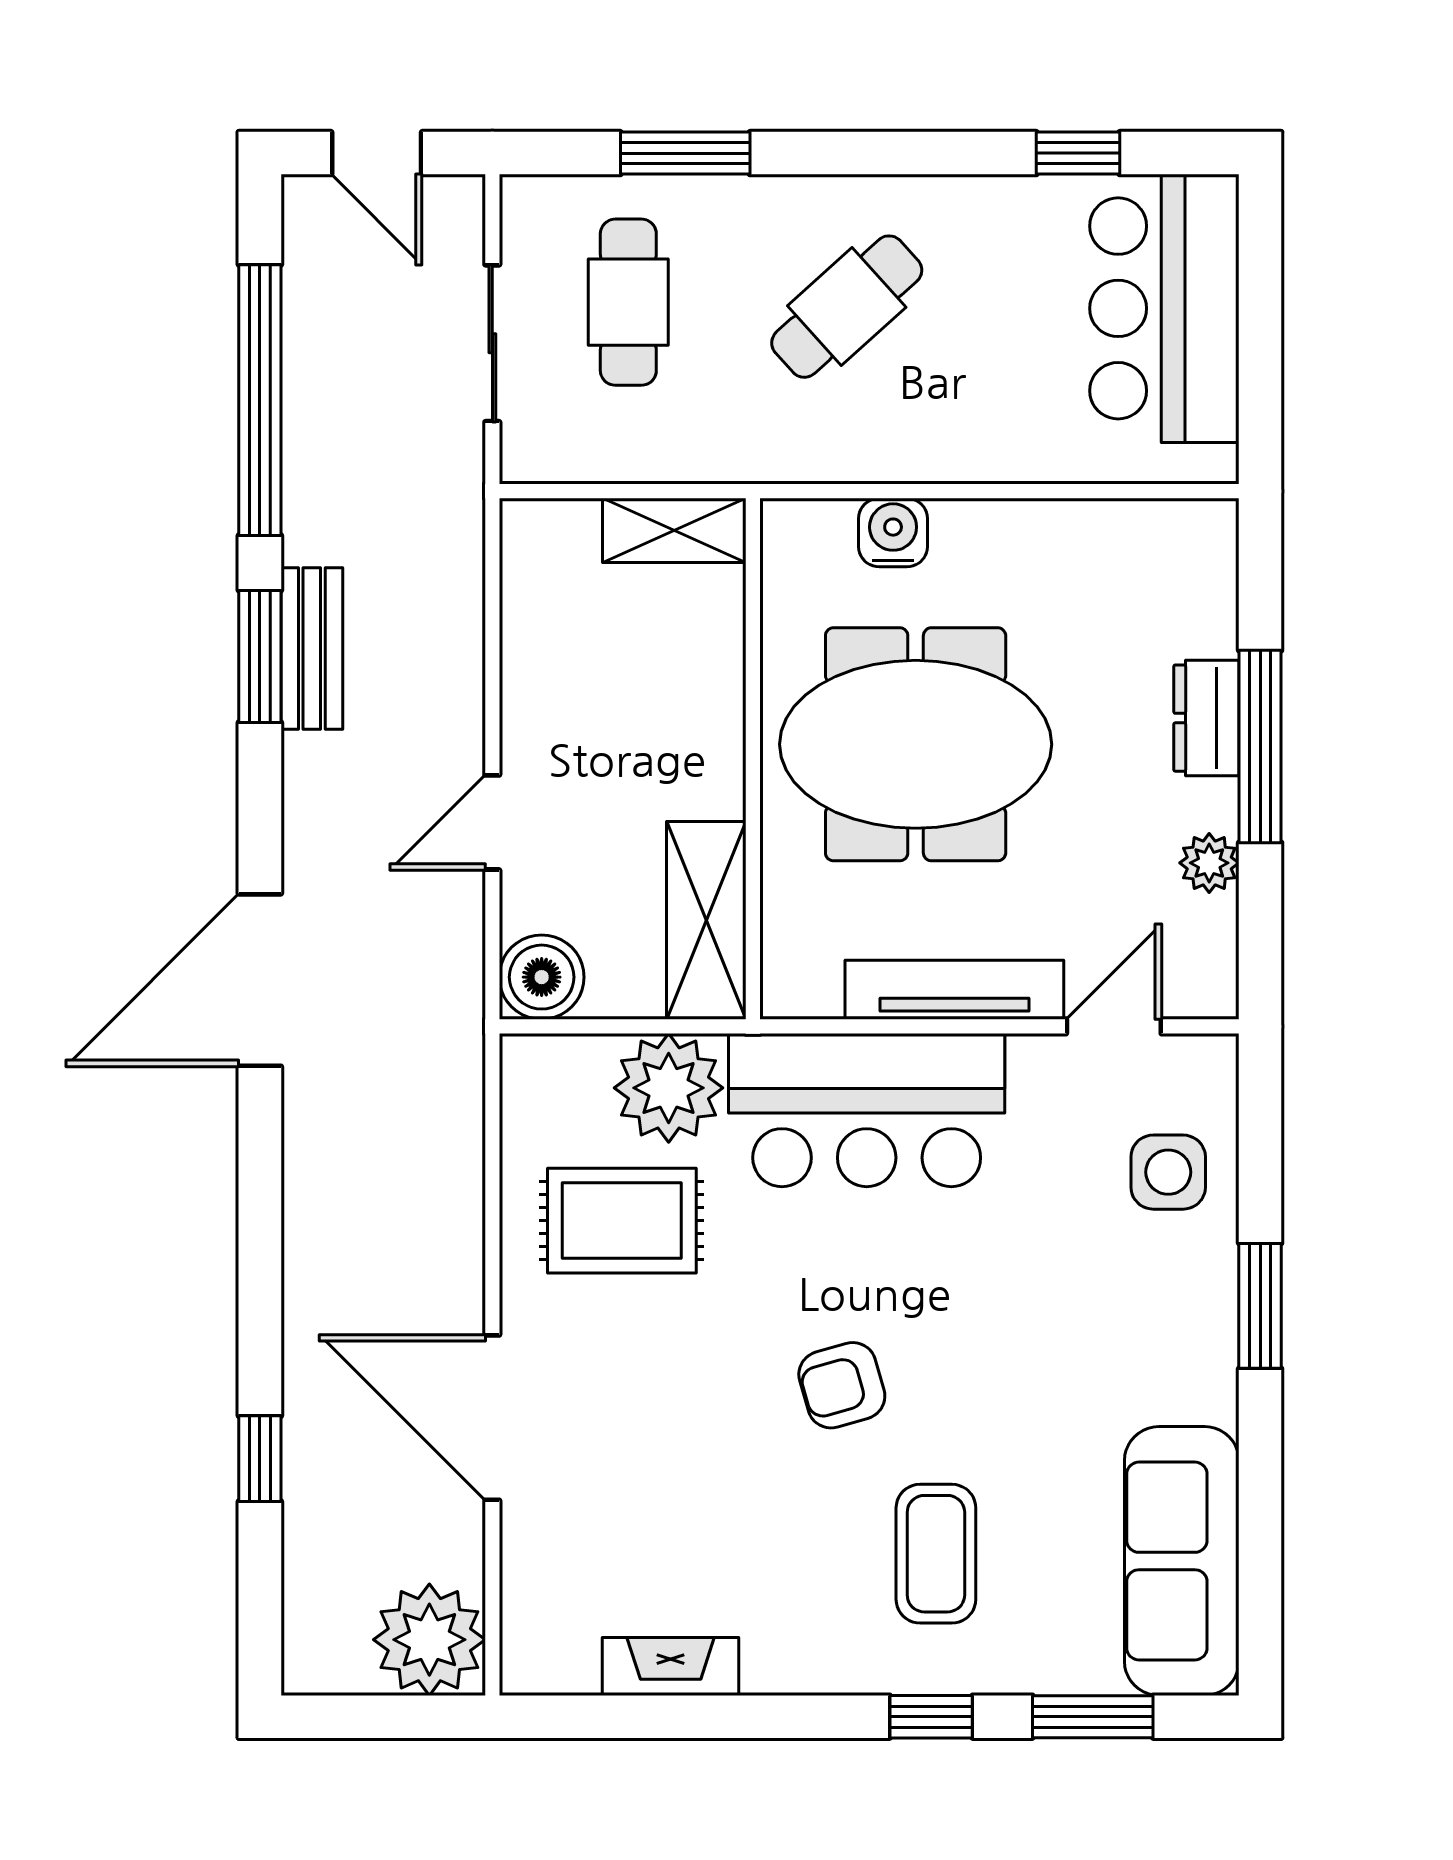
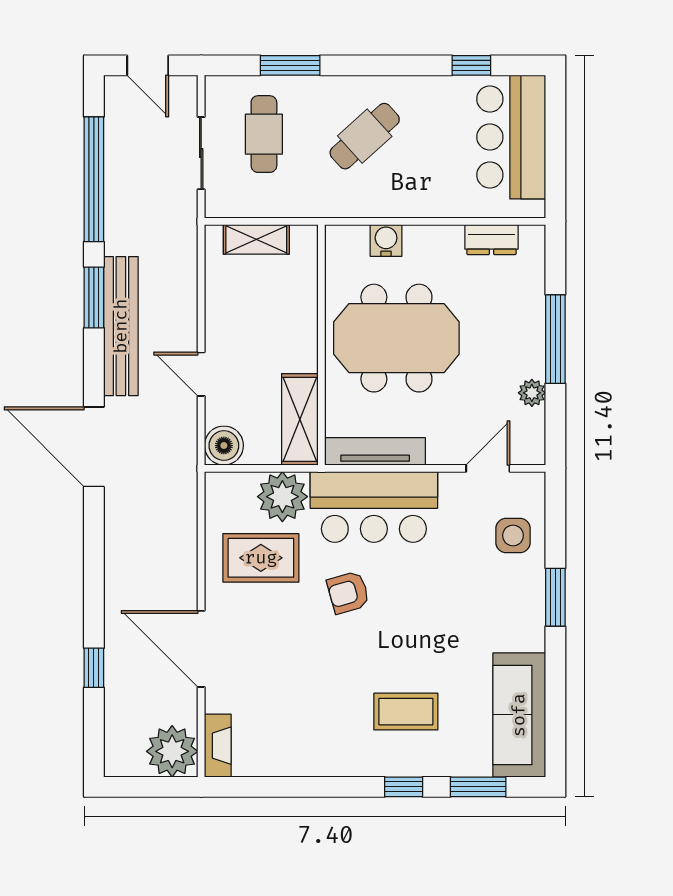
shelving: (674, 530) -> (256, 239), moved
bench: (312, 649) -> (121, 326), width x1.86, depth x1.21
dresser: (1206, 718) -> (491, 240), moved, turned -90
door: (492, 822) -> (201, 374), hinge flipped
door: (260, 980) -> (94, 447), hinge flipped
tv unit: (954, 990) -> (375, 451), moved
armchair: (842, 1385) -> (348, 592), moved
coffee table: (936, 1554) -> (406, 712), turned 90
fireplace: (671, 1666) -> (218, 746), moved, turned 90

